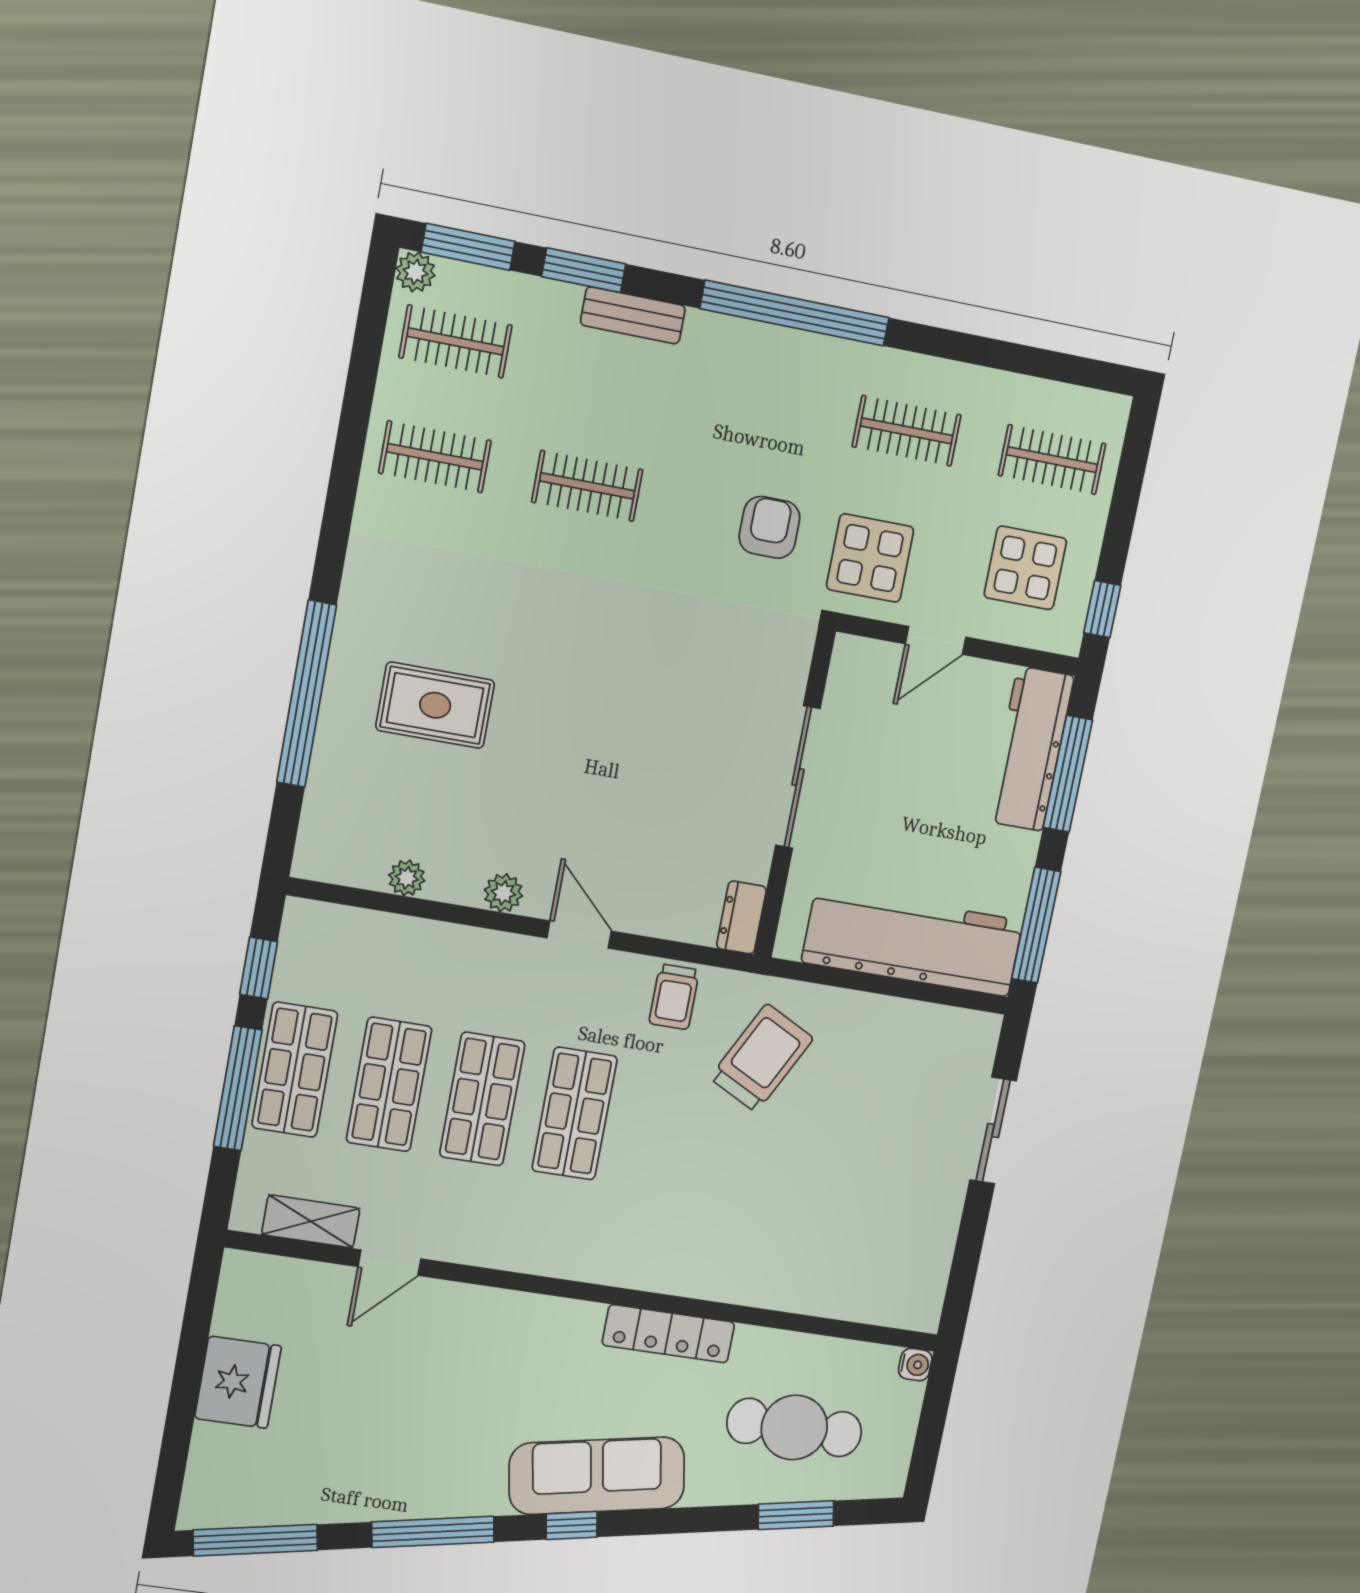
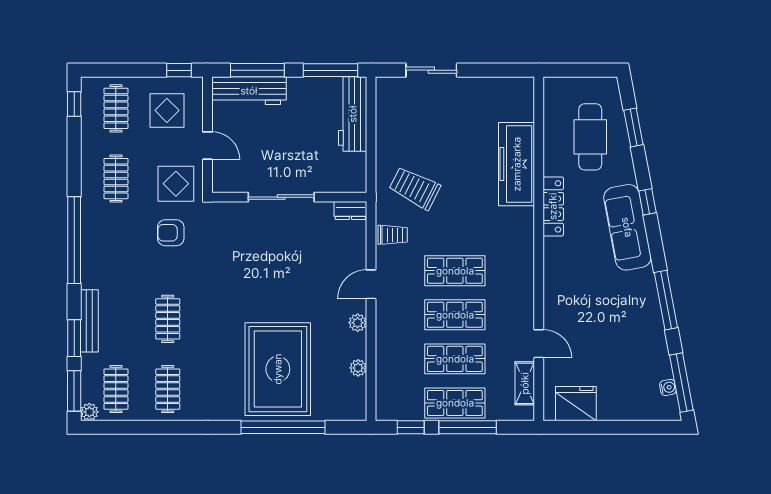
bench: (633, 315) -> (89, 321), width x1.36
window: (1080, 371) -> (74, 104), added
rug: (435, 705) -> (278, 369), width x1.86, depth x2.06
workbench: (913, 941) -> (353, 114), width x0.73, depth x0.76
freezer: (769, 1273) -> (517, 164), added
water cooler: (915, 1365) -> (668, 387), moved, turned 79
fridge: (238, 1382) -> (576, 404), moved
window: (572, 1526) -> (647, 202), moved

